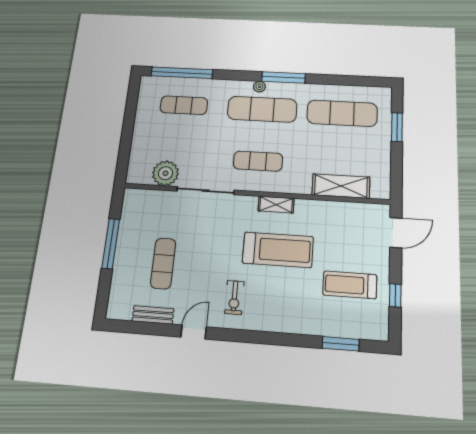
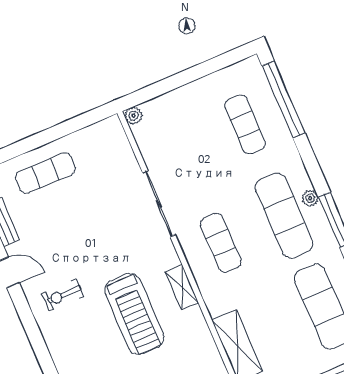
plant: (165, 173) -> (134, 116), moved, width x0.53, depth x0.53
window: (111, 244) -> (51, 135), removed
exercise mat: (163, 263) -> (45, 173), moved

